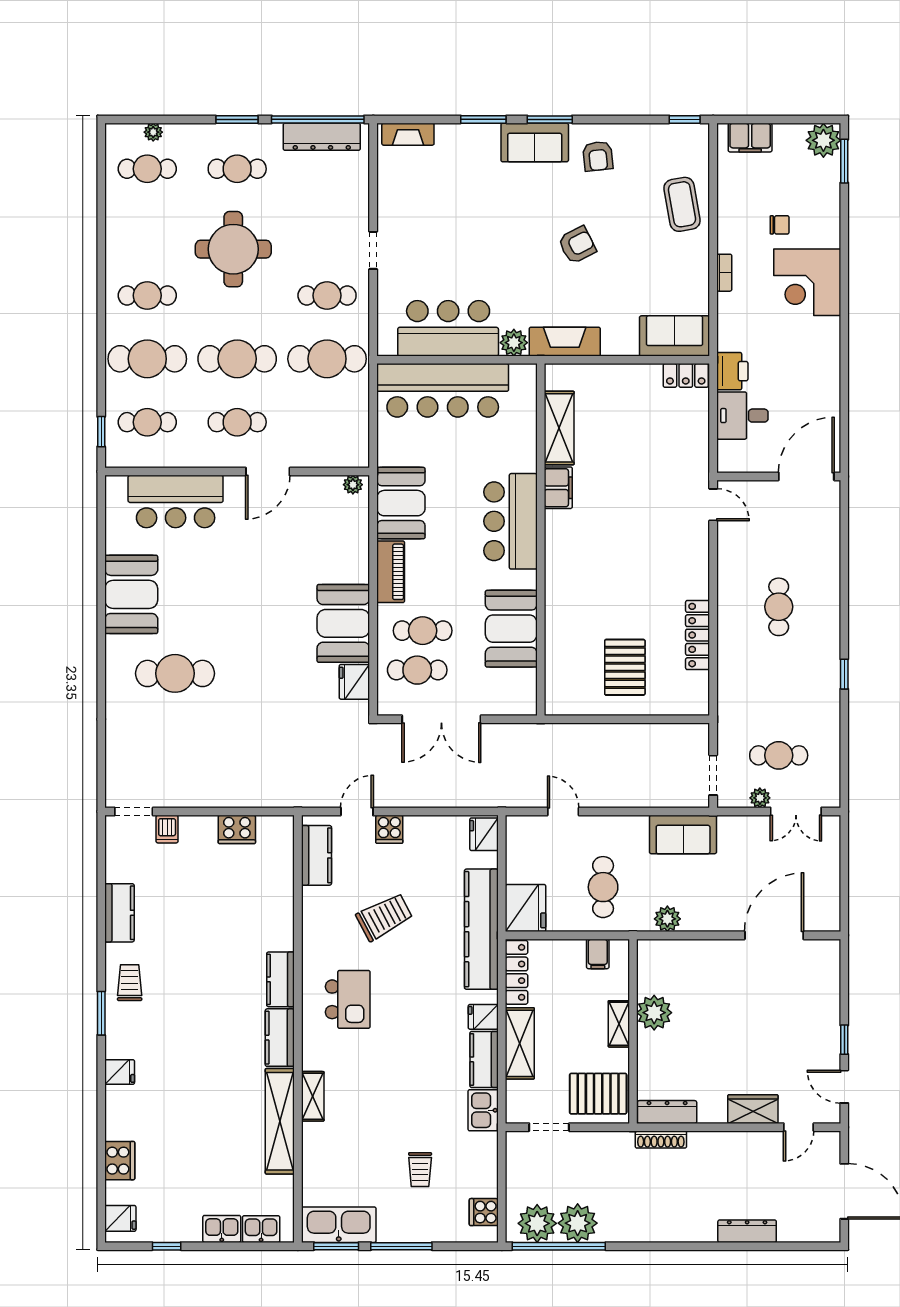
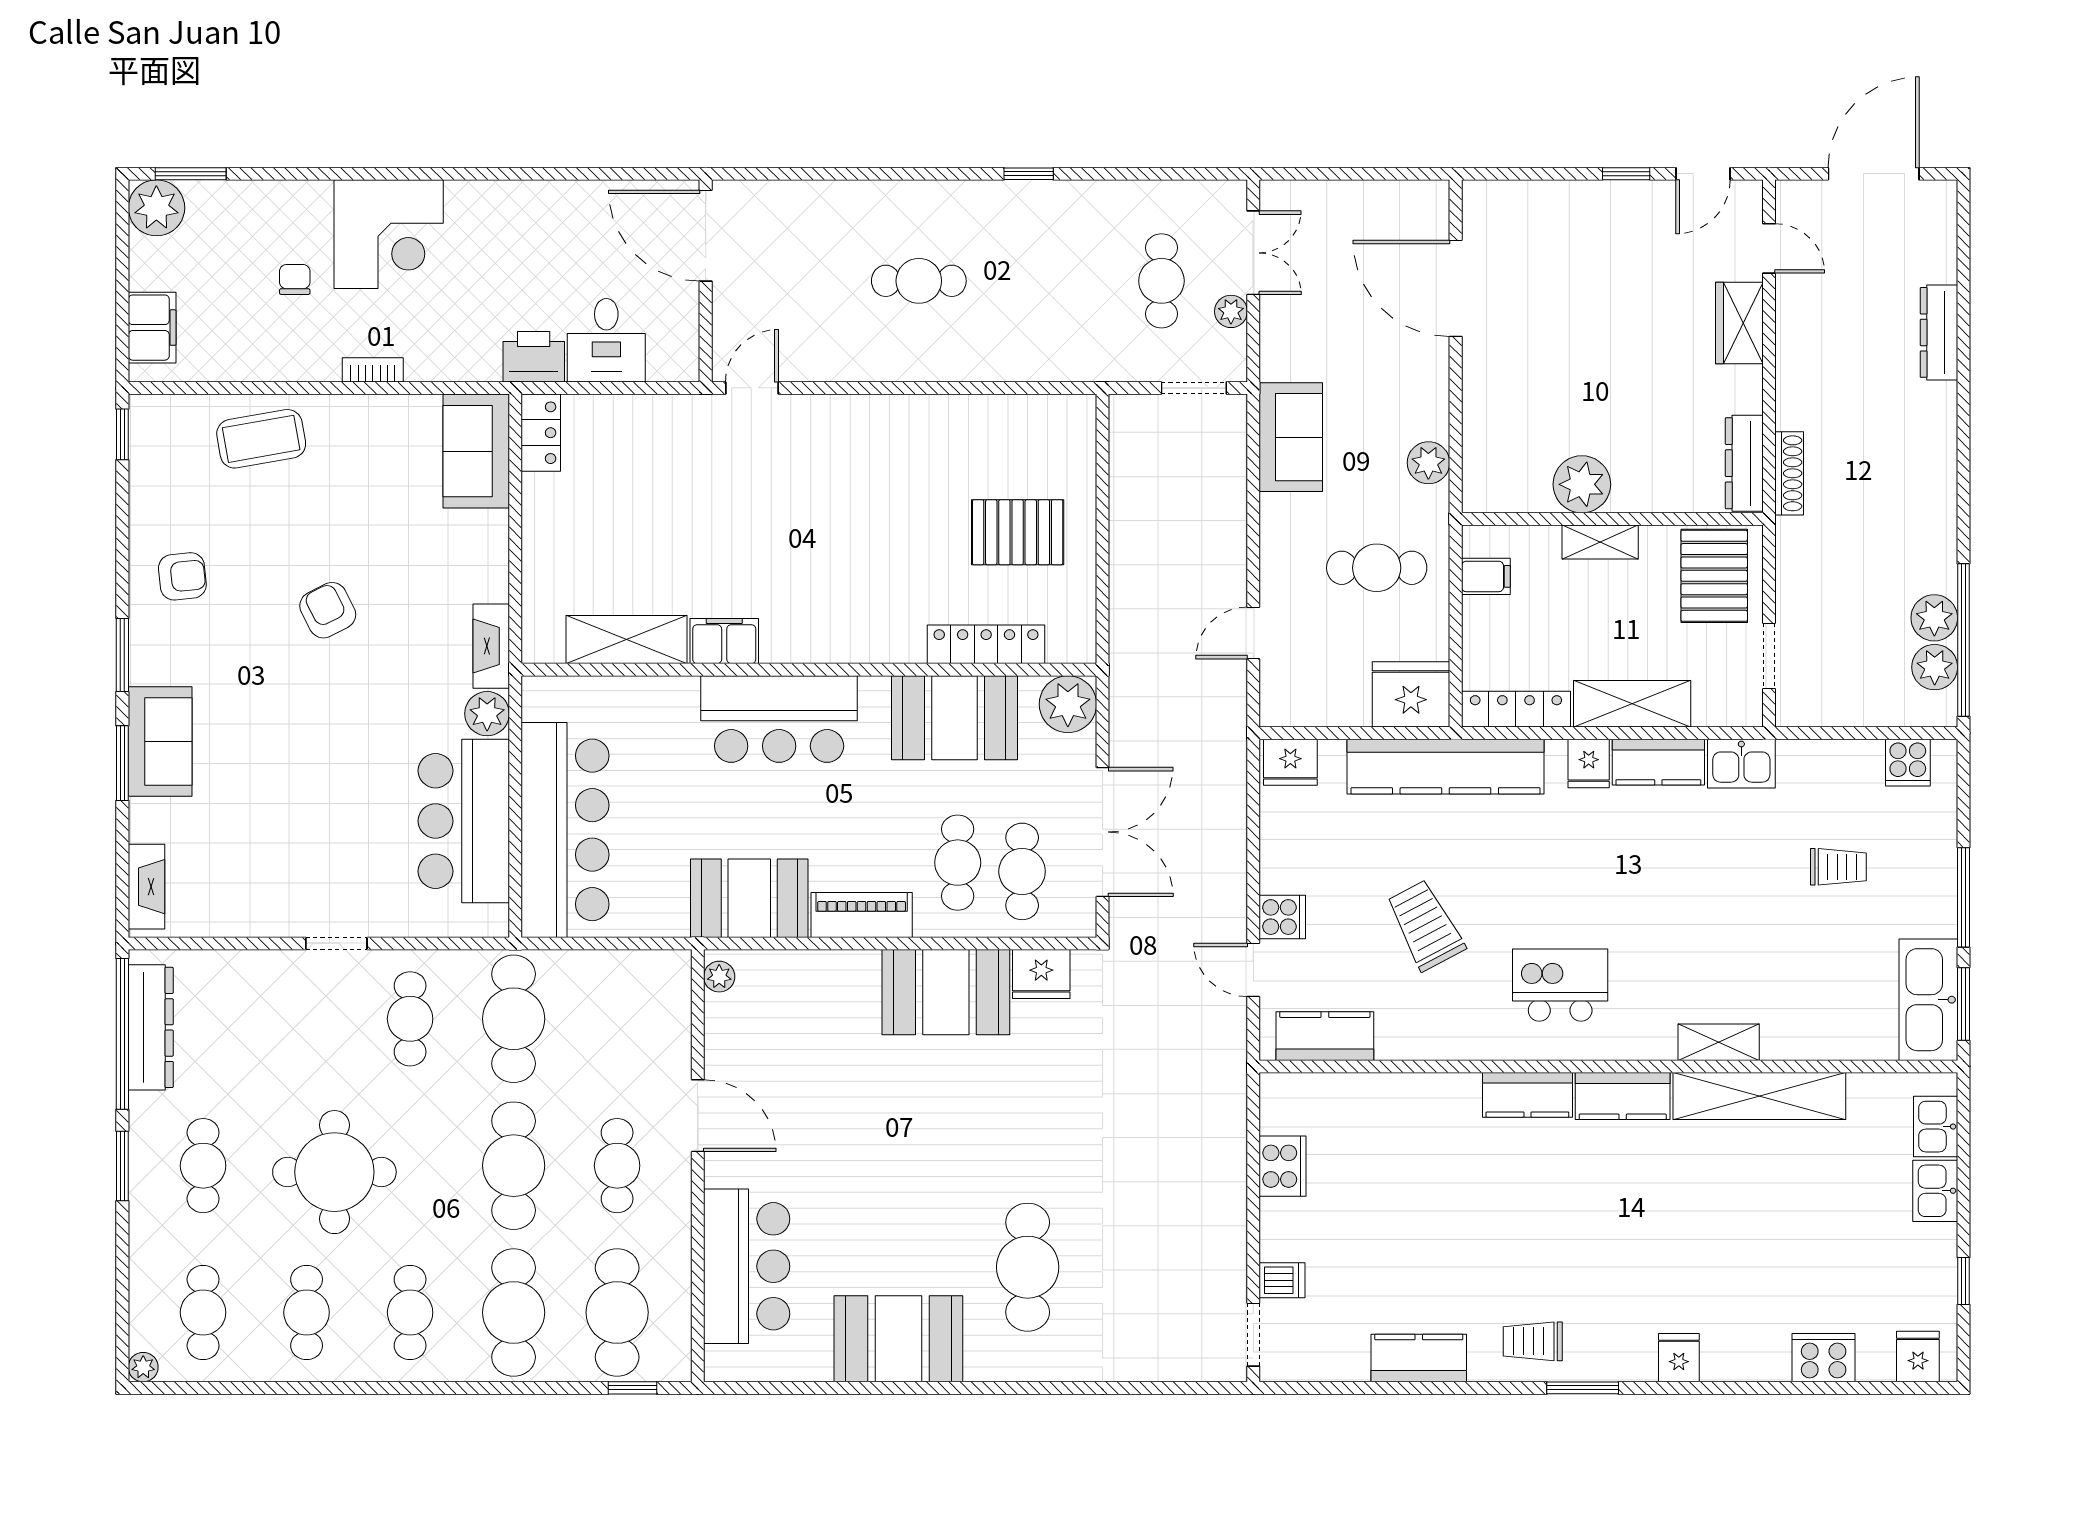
plant: (153, 132) -> (143, 1367), moved
sofa: (535, 142) -> (160, 741), moved
cafe table: (147, 232) -> (307, 1312), added
fireplace: (565, 342) -> (491, 646), width x0.73, depth x0.76
cafe table: (147, 422) -> (617, 1312), width x1.37, depth x1.35
locker: (698, 635) -> (986, 644), moved, turned 180
plant: (520, 698) -> (1068, 704), added
plant: (537, 1223) -> (1935, 667), width x0.73, depth x0.73
plant: (578, 1223) -> (1934, 618), width x0.73, depth x0.73

